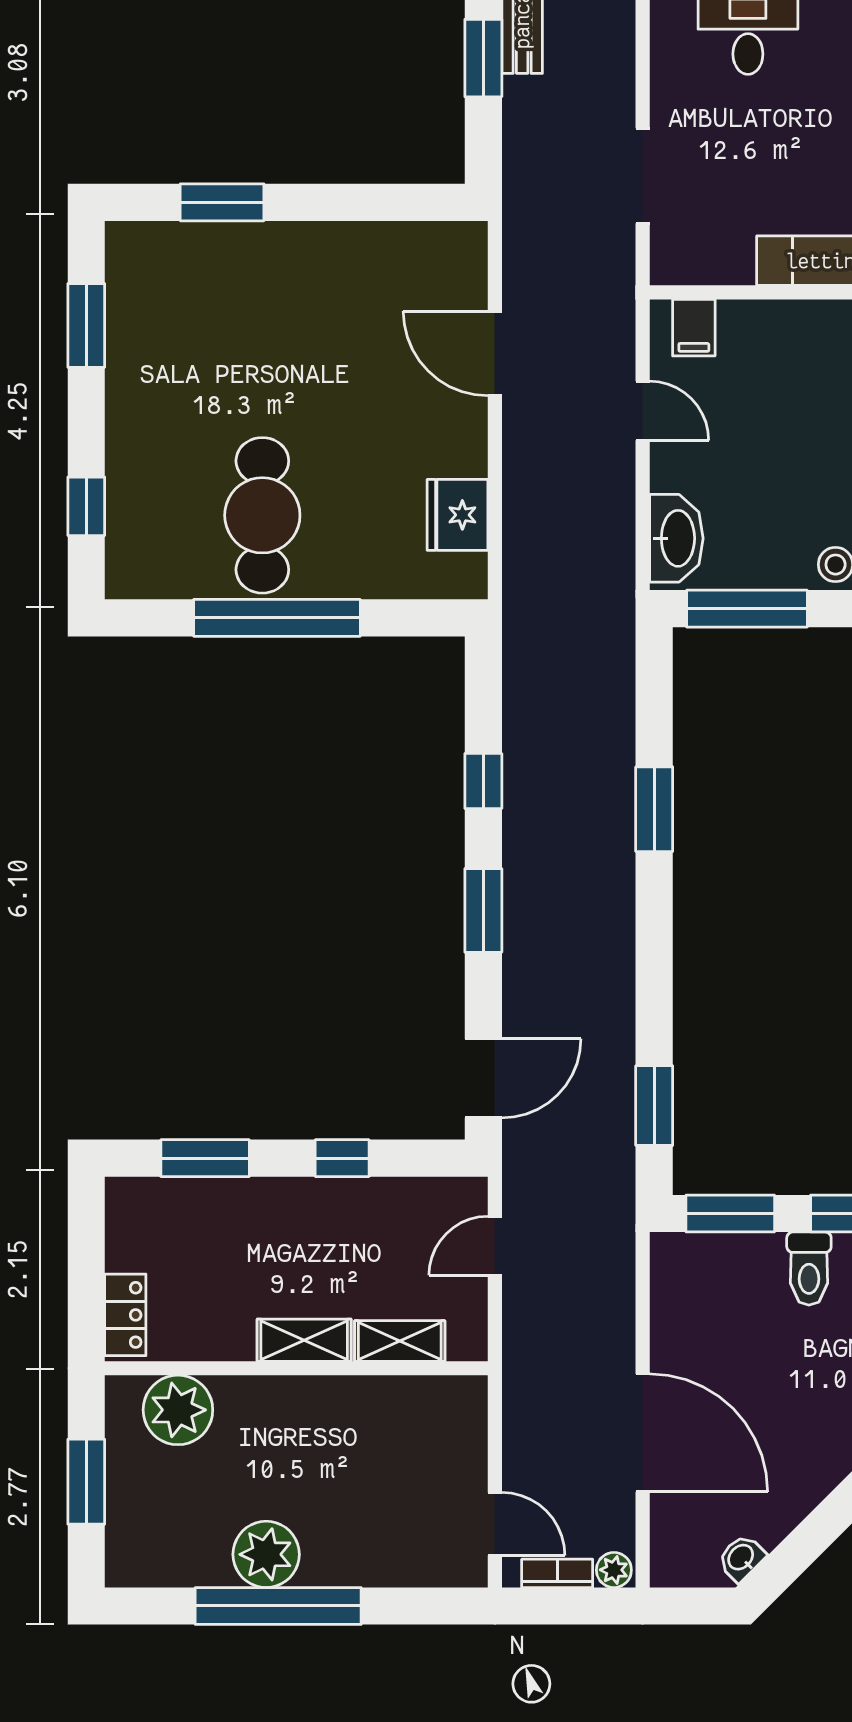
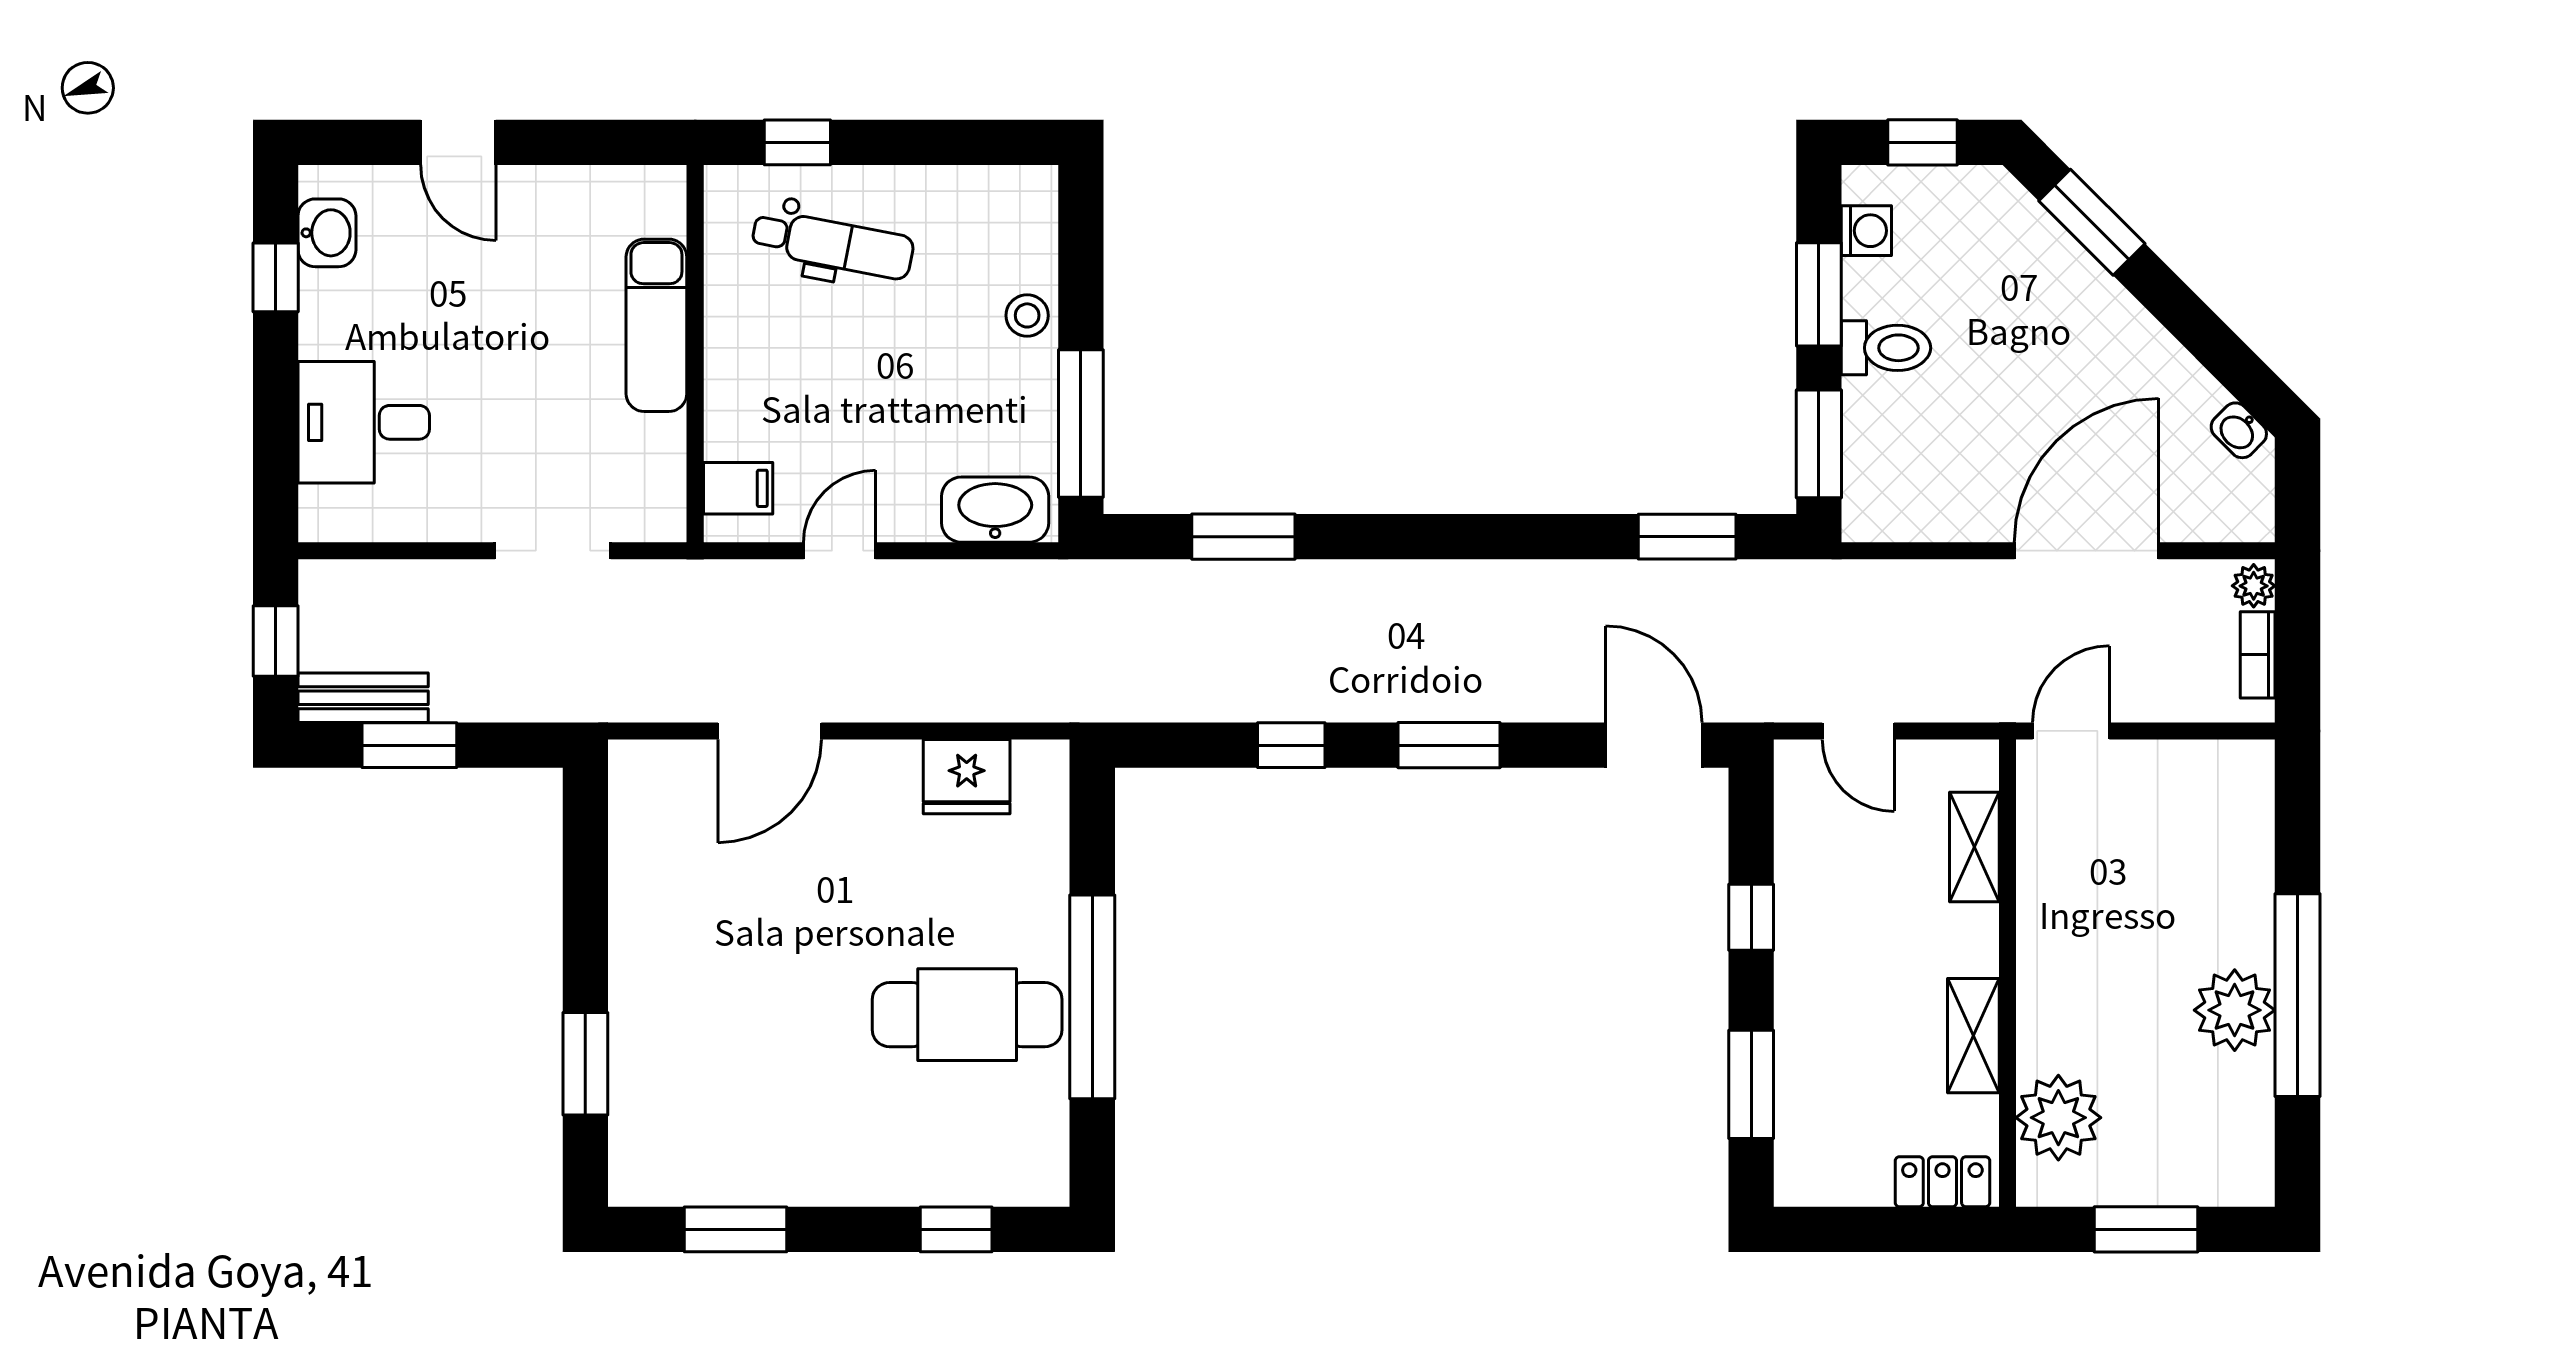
window: (654, 809) -> (1243, 537), moved
shelving: (304, 1340) -> (1973, 1036), moved
door: (495, 1524) -> (2071, 731), moved

